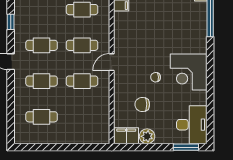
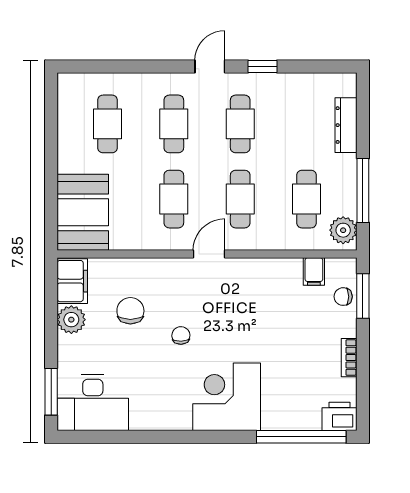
window: (11, 22) -> (263, 66), moved
door: (112, 62) -> (209, 254), hinge flipped
corner desk: (189, 72) -> (227, 397), moved
booth: (89, 130) -> (83, 212), added

